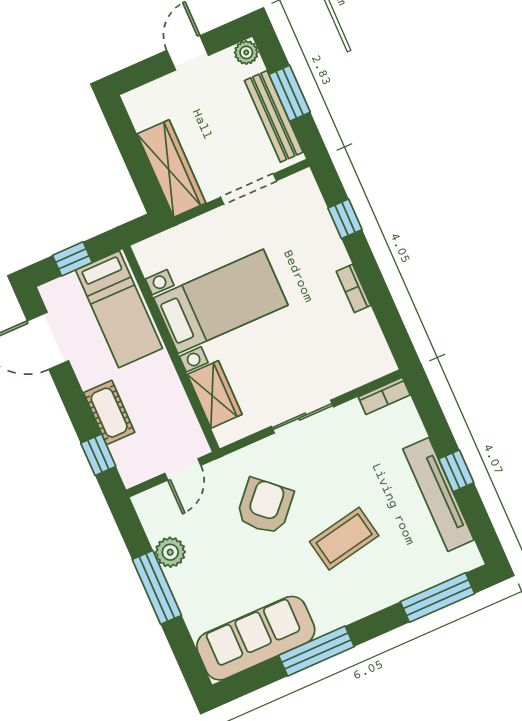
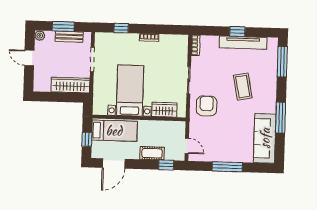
bench: (274, 116) -> (69, 37), width x0.73
door: (183, 469) -> (187, 146), moved
armchair: (265, 506) -> (207, 106), moved, turned 48
plant: (170, 552) -> (216, 155), removed

